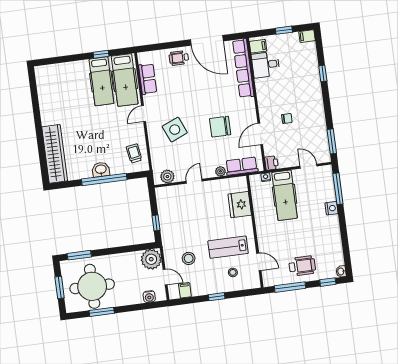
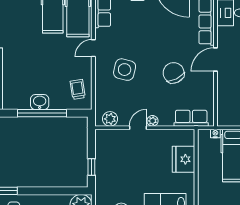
chair: (220, 127) -> (174, 73), turned 64
side table: (175, 130) -> (125, 70), turned 37
door: (260, 134) -> (216, 59), moved
printer: (271, 163) -> (224, 119), removed
plant: (220, 171) -> (152, 121), moved

